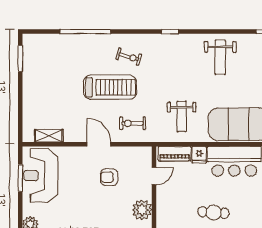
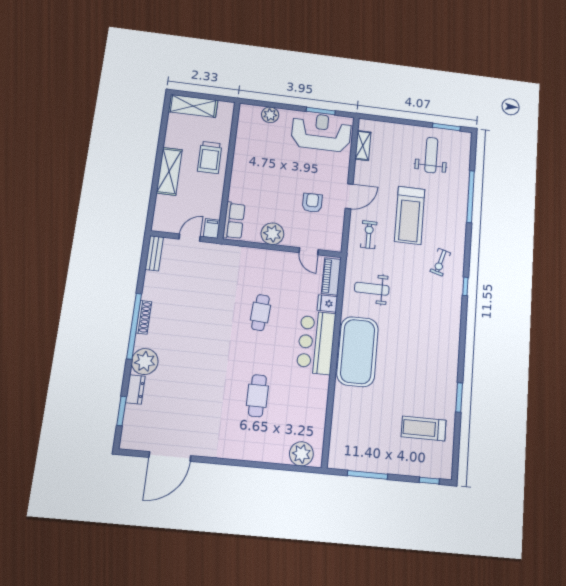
exercise bike: (129, 57) -> (440, 262), moved
weight bench: (220, 57) -> (431, 155), moved, turned 90

